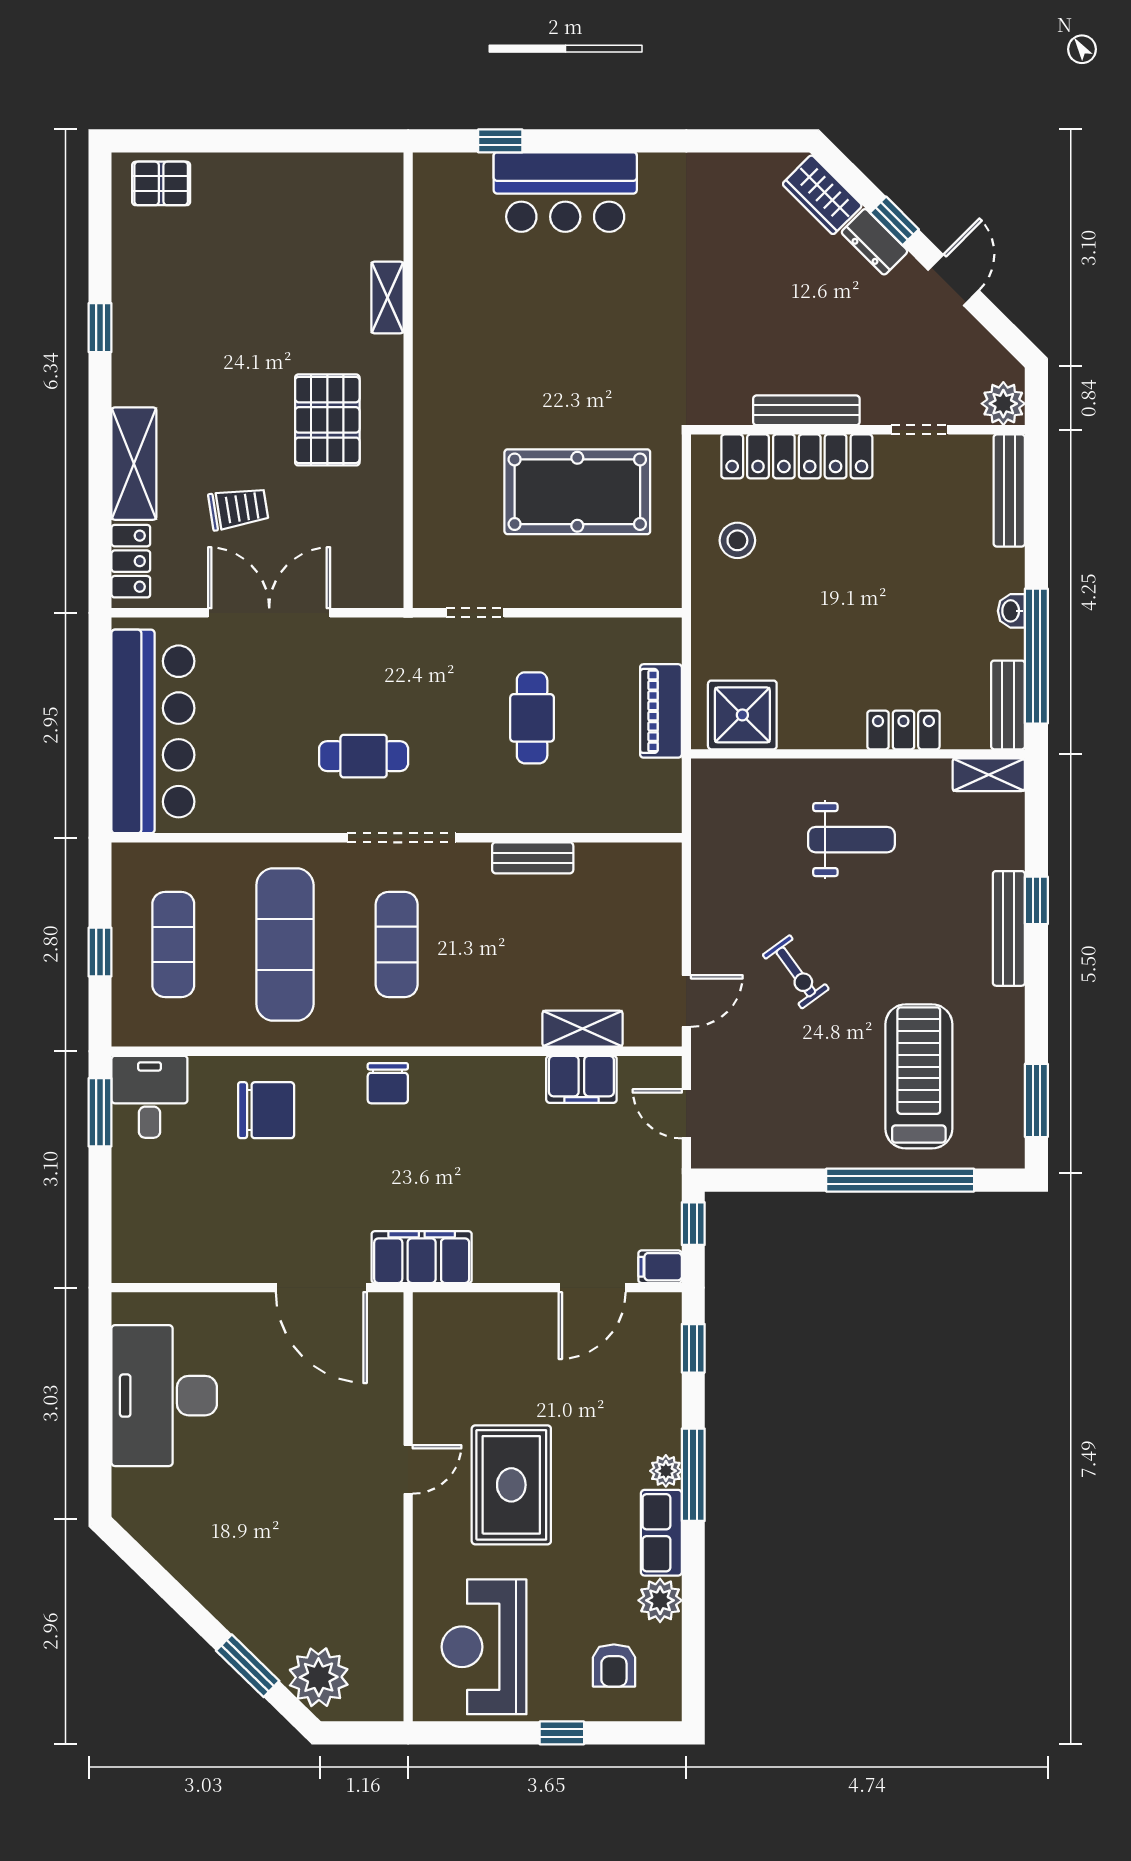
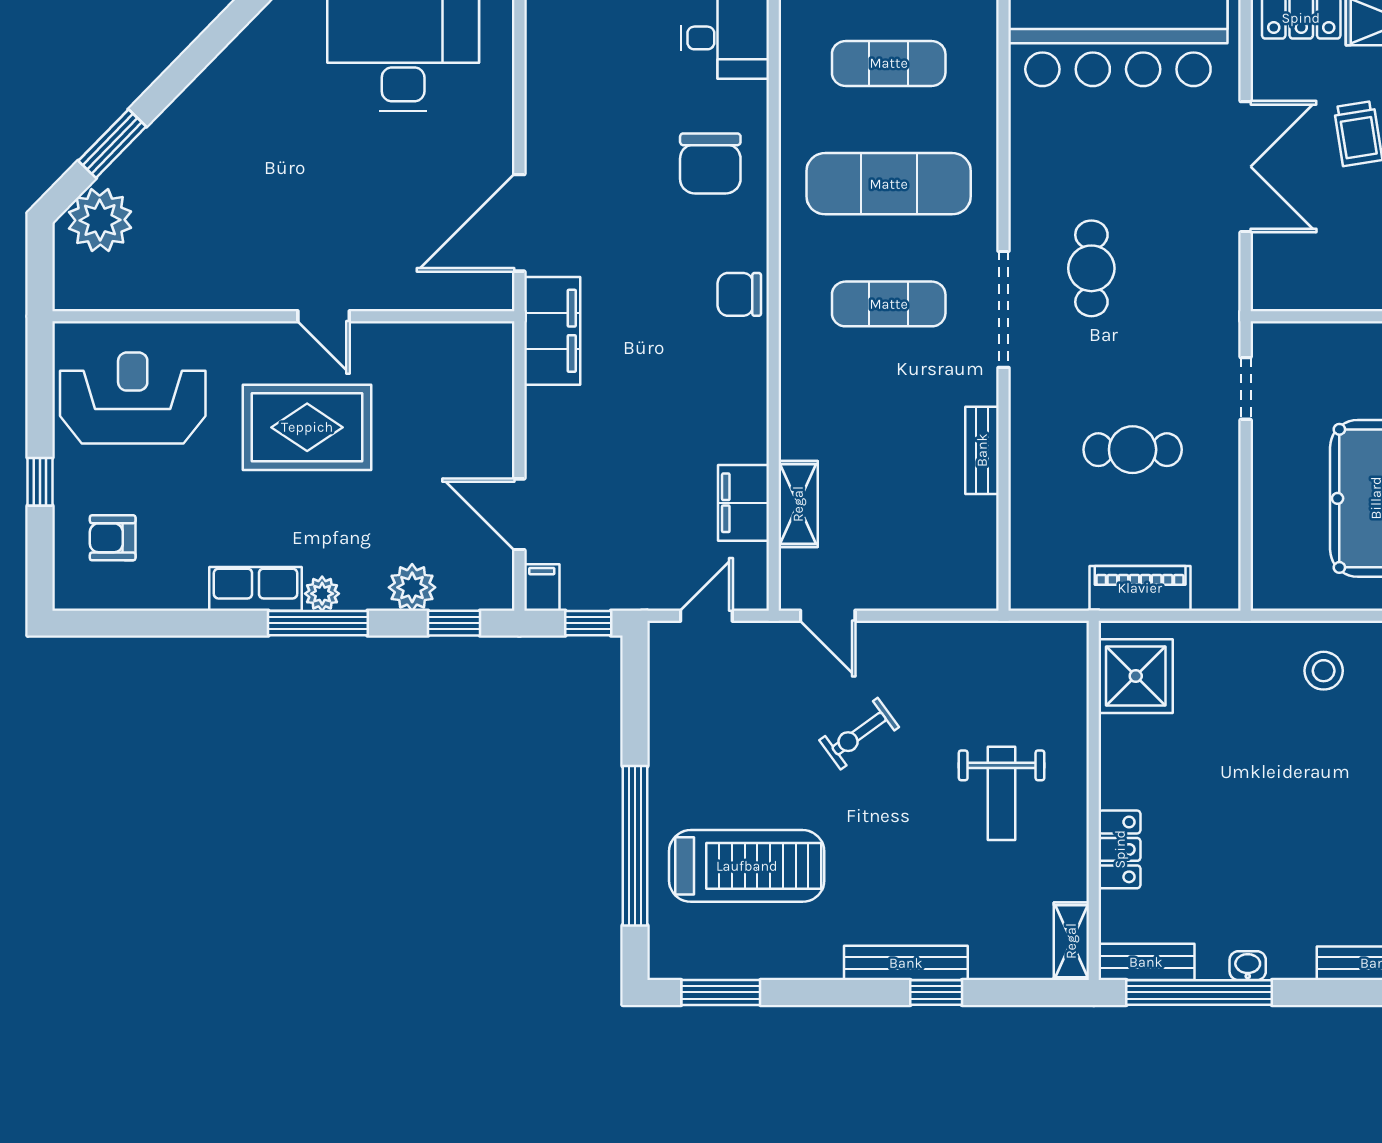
plant: (660, 1600) -> (412, 587), moved

